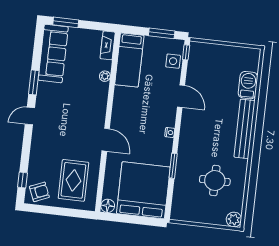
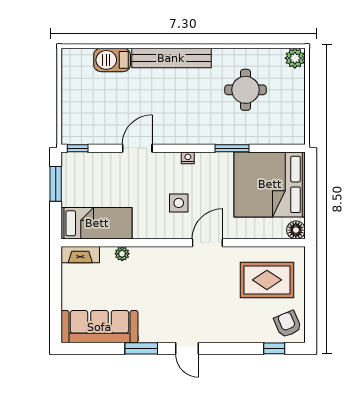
window: (66, 22) -> (56, 315), removed
side table: (173, 61) -> (179, 203), moved

